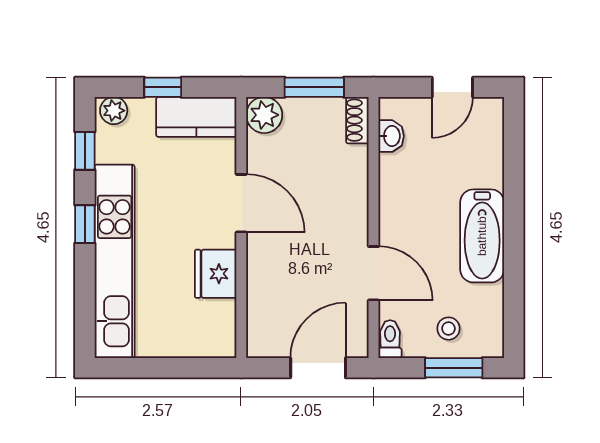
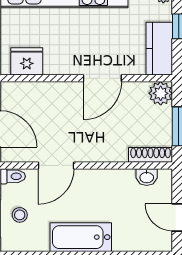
shoe rack: (357, 120) -> (151, 155), width x1.43
fridge: (216, 274) -> (27, 61), moved

